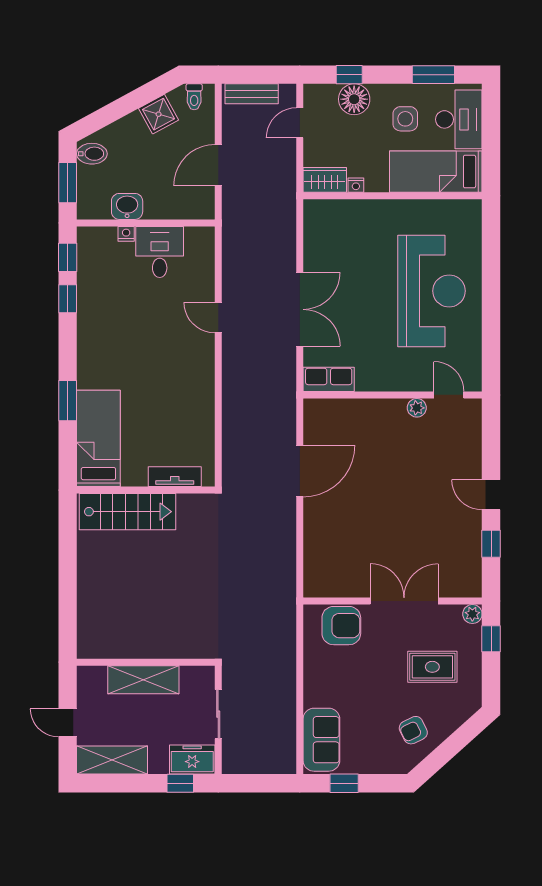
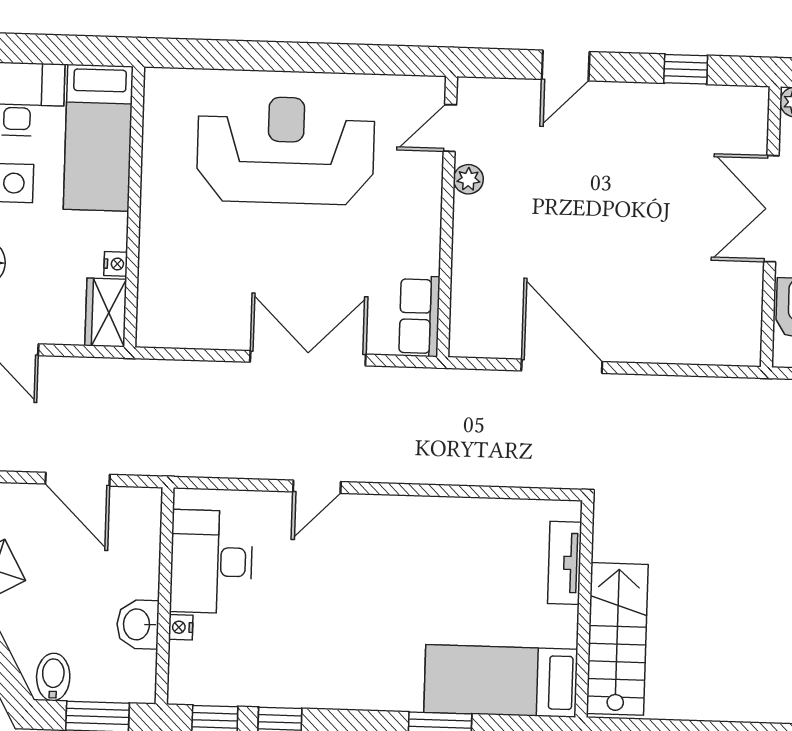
desk: (160, 252) -> (211, 562), width x1.37
door: (491, 495) -> (566, 66), moved

